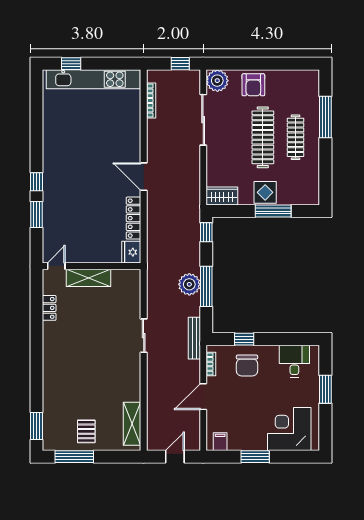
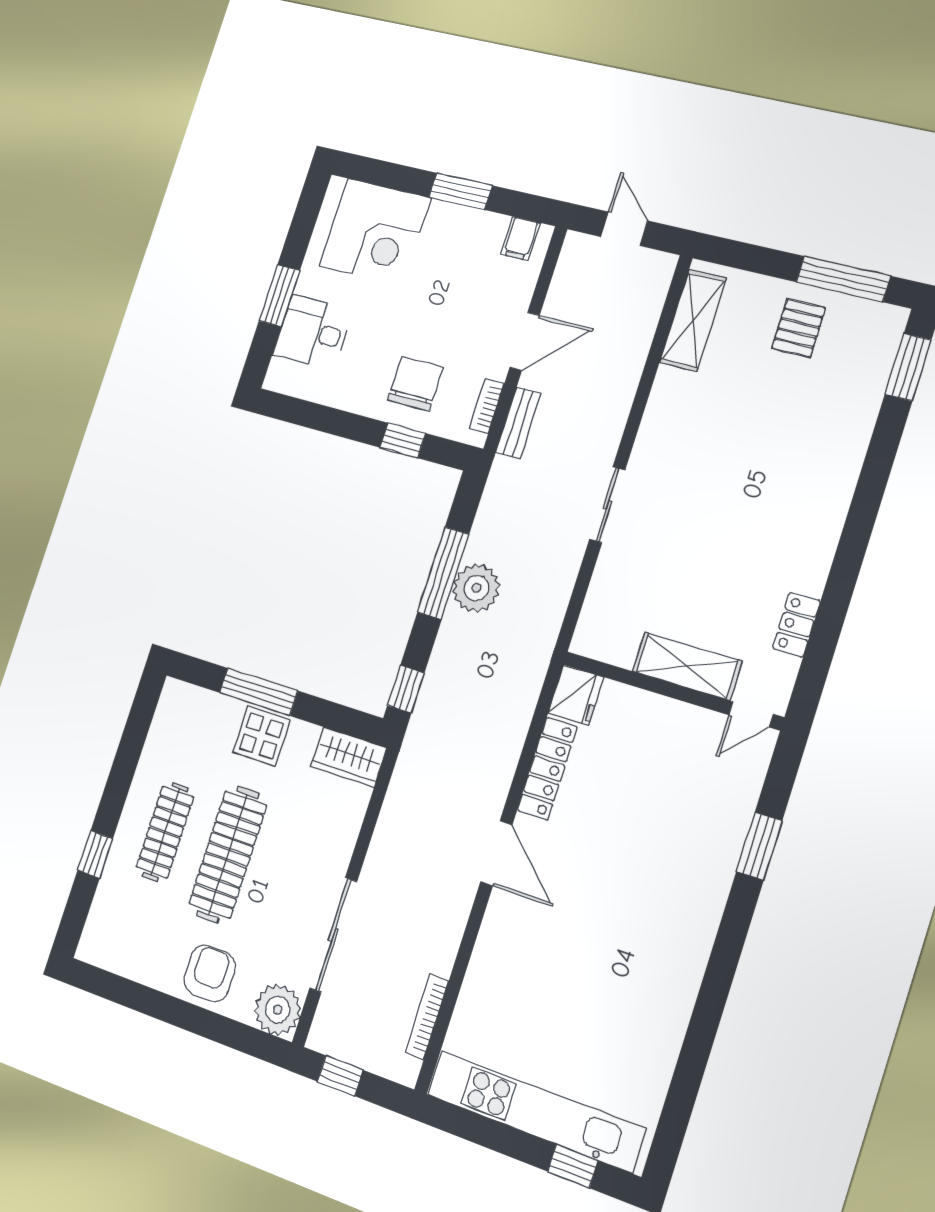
window: (325, 117) -> (95, 854), width x0.46
window: (36, 182) -> (736, 922), removed
bench: (194, 338) -> (518, 423), moved, width x0.73
desk: (294, 361) -> (313, 332), moved, turned 90
door: (175, 457) -> (624, 229), swing flipped

